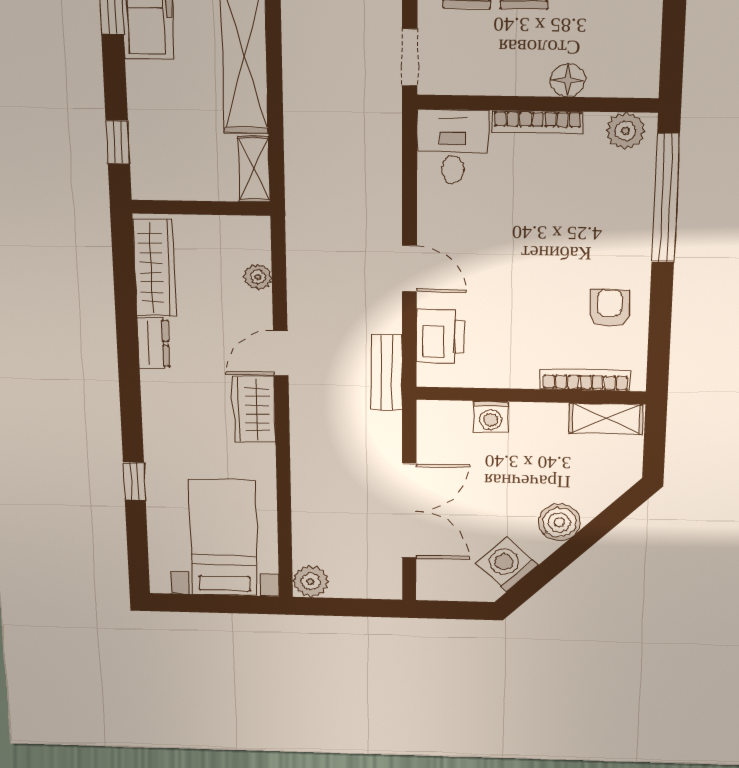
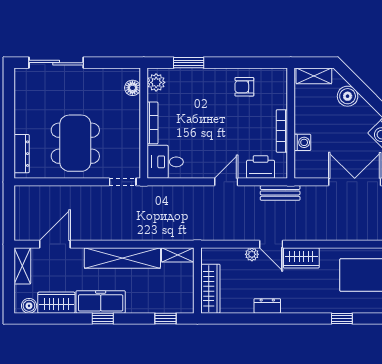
floor lamp: (568, 80) -> (132, 88), moved
window: (666, 198) -> (189, 63), width x0.47
wardrobe: (154, 268) -> (210, 289), moved, turned 90
plant: (258, 277) -> (252, 254), moved
bookcase: (586, 380) -> (282, 131), moved
shelving: (606, 419) -> (314, 76), moved, turned 90
boiler: (559, 522) -> (348, 96), moved

